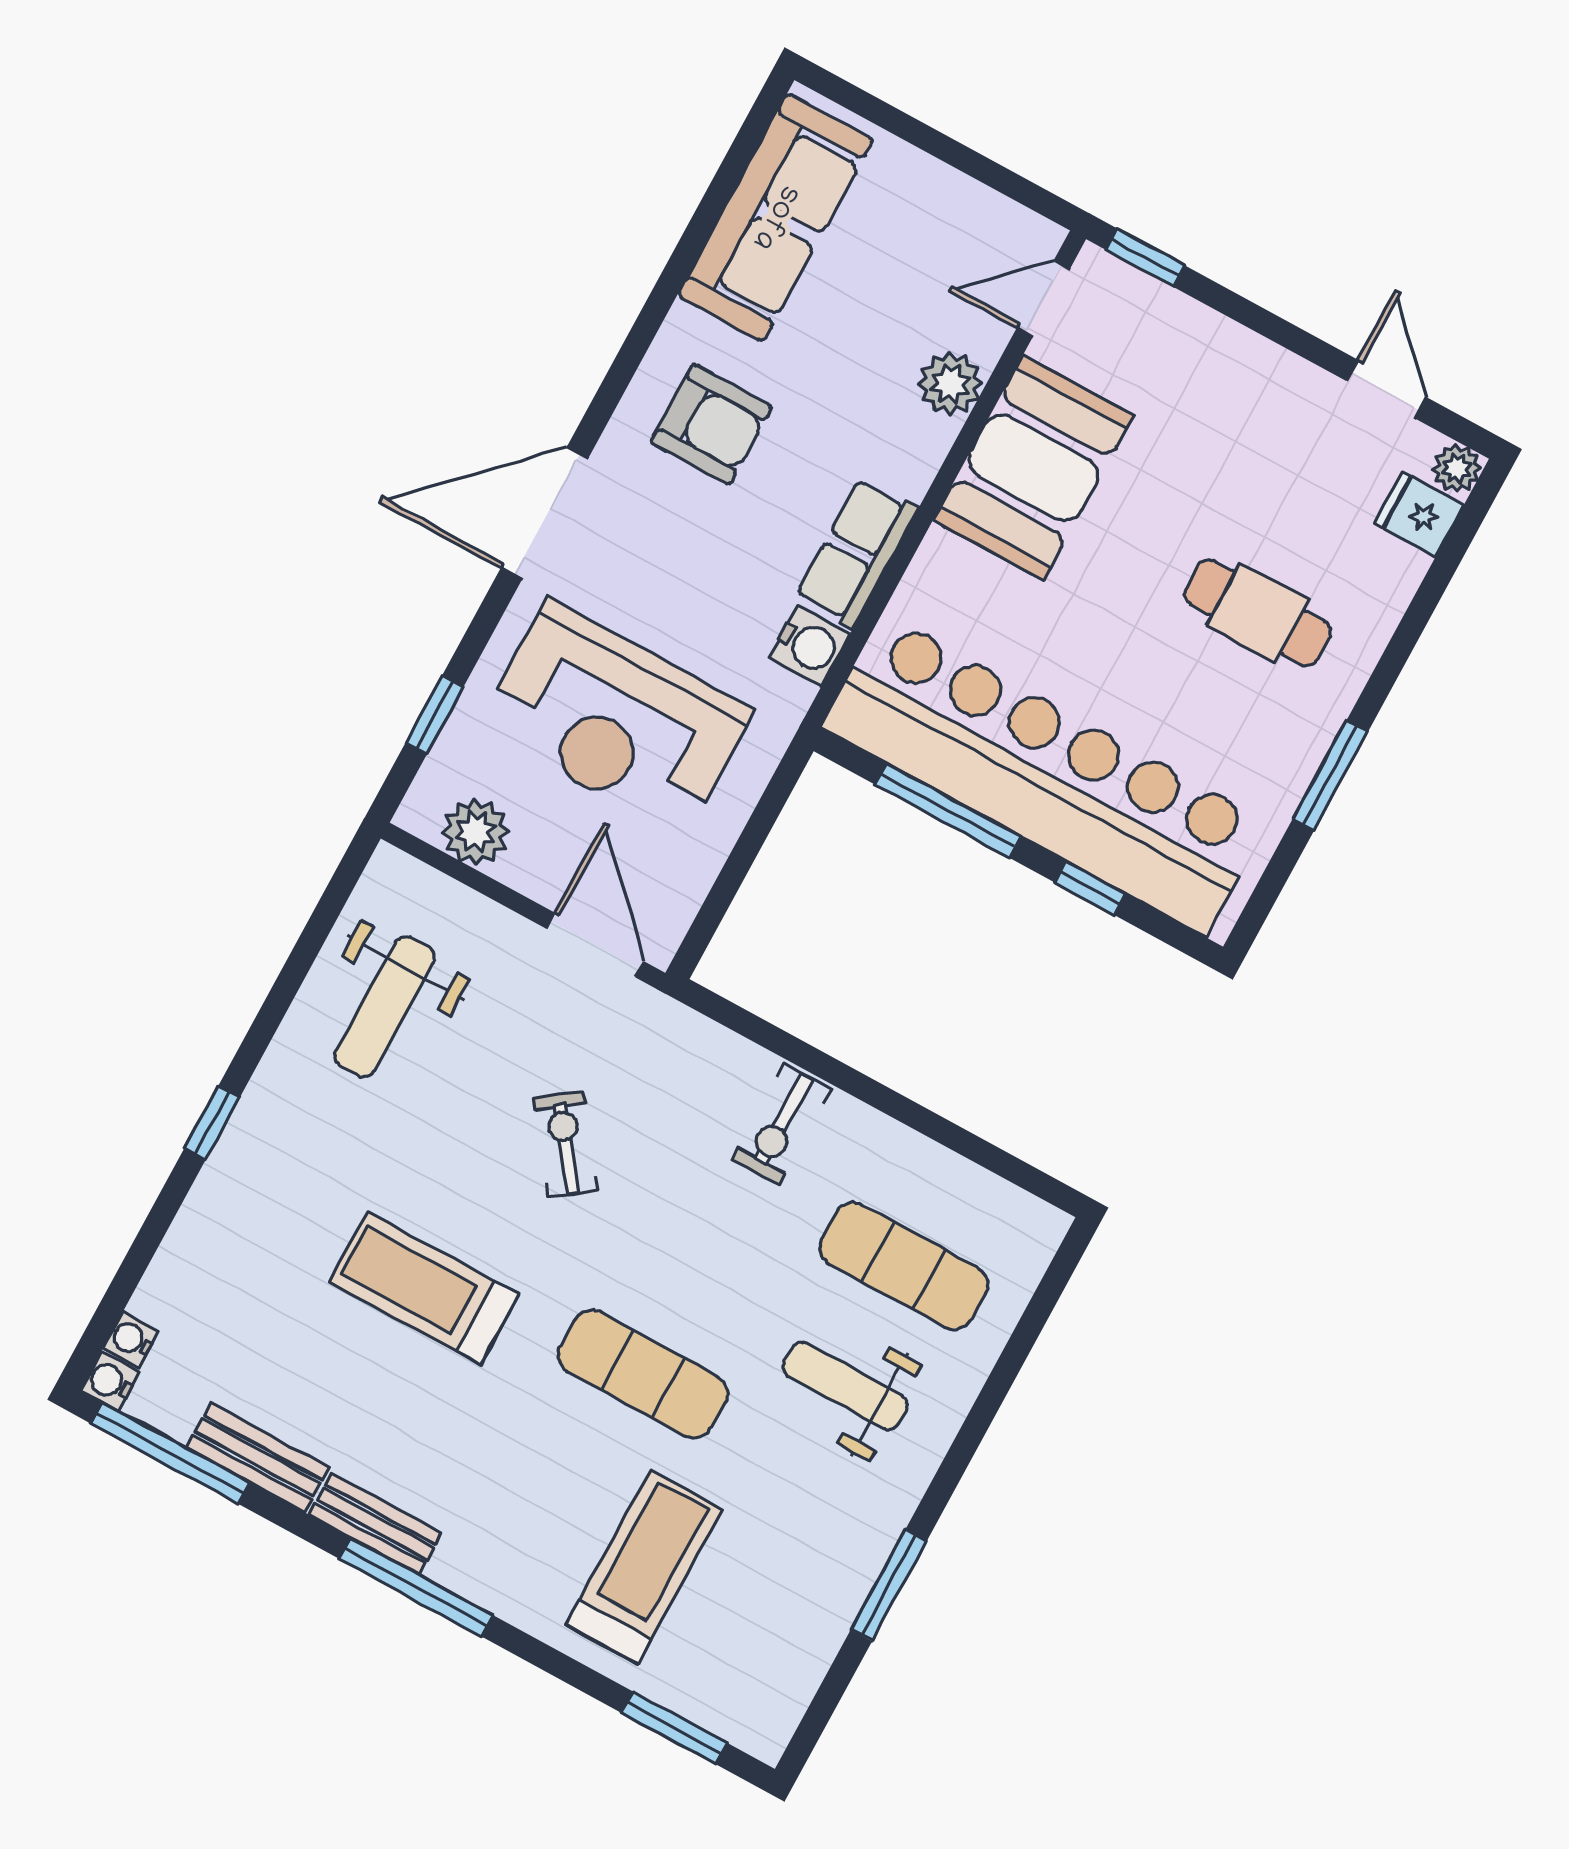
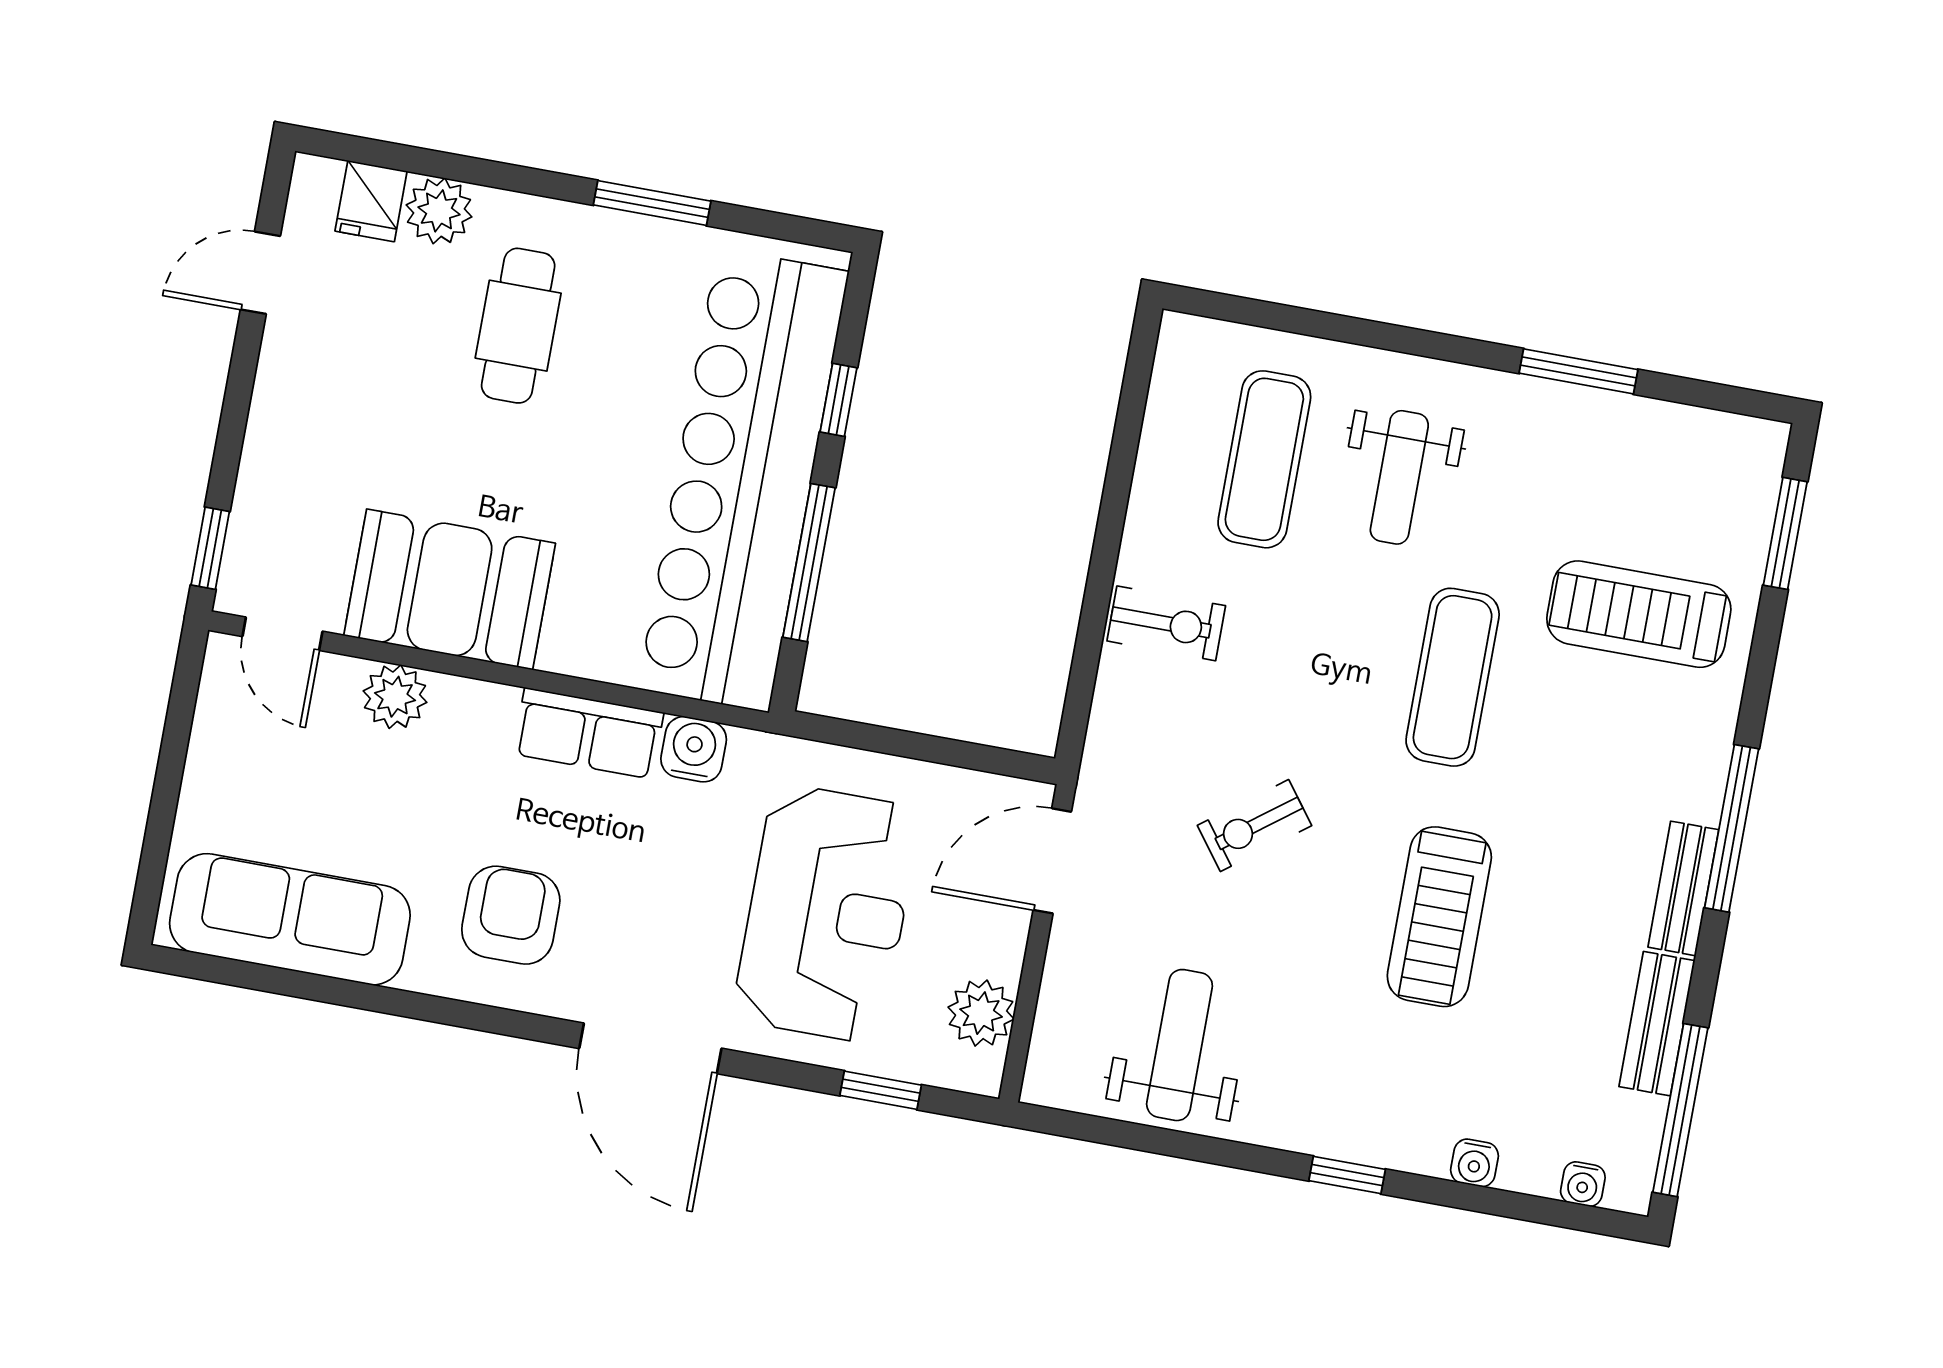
plant: (1457, 468) -> (439, 211), moved, width x1.38, depth x1.38
weight bench: (385, 1007) -> (1180, 1045), turned -90
water cooler: (110, 1381) -> (1475, 1163), moved

